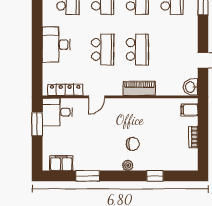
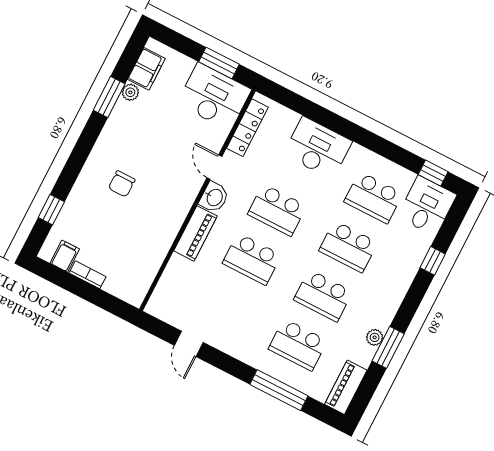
washbasin: (191, 87) -> (214, 197), moved, turned 90
filing cabinet: (190, 110) -> (65, 256), moved
desk: (57, 112) -> (214, 97), width x1.37
plant: (128, 165) -> (130, 92), moved
window: (155, 176) -> (51, 210), moved

